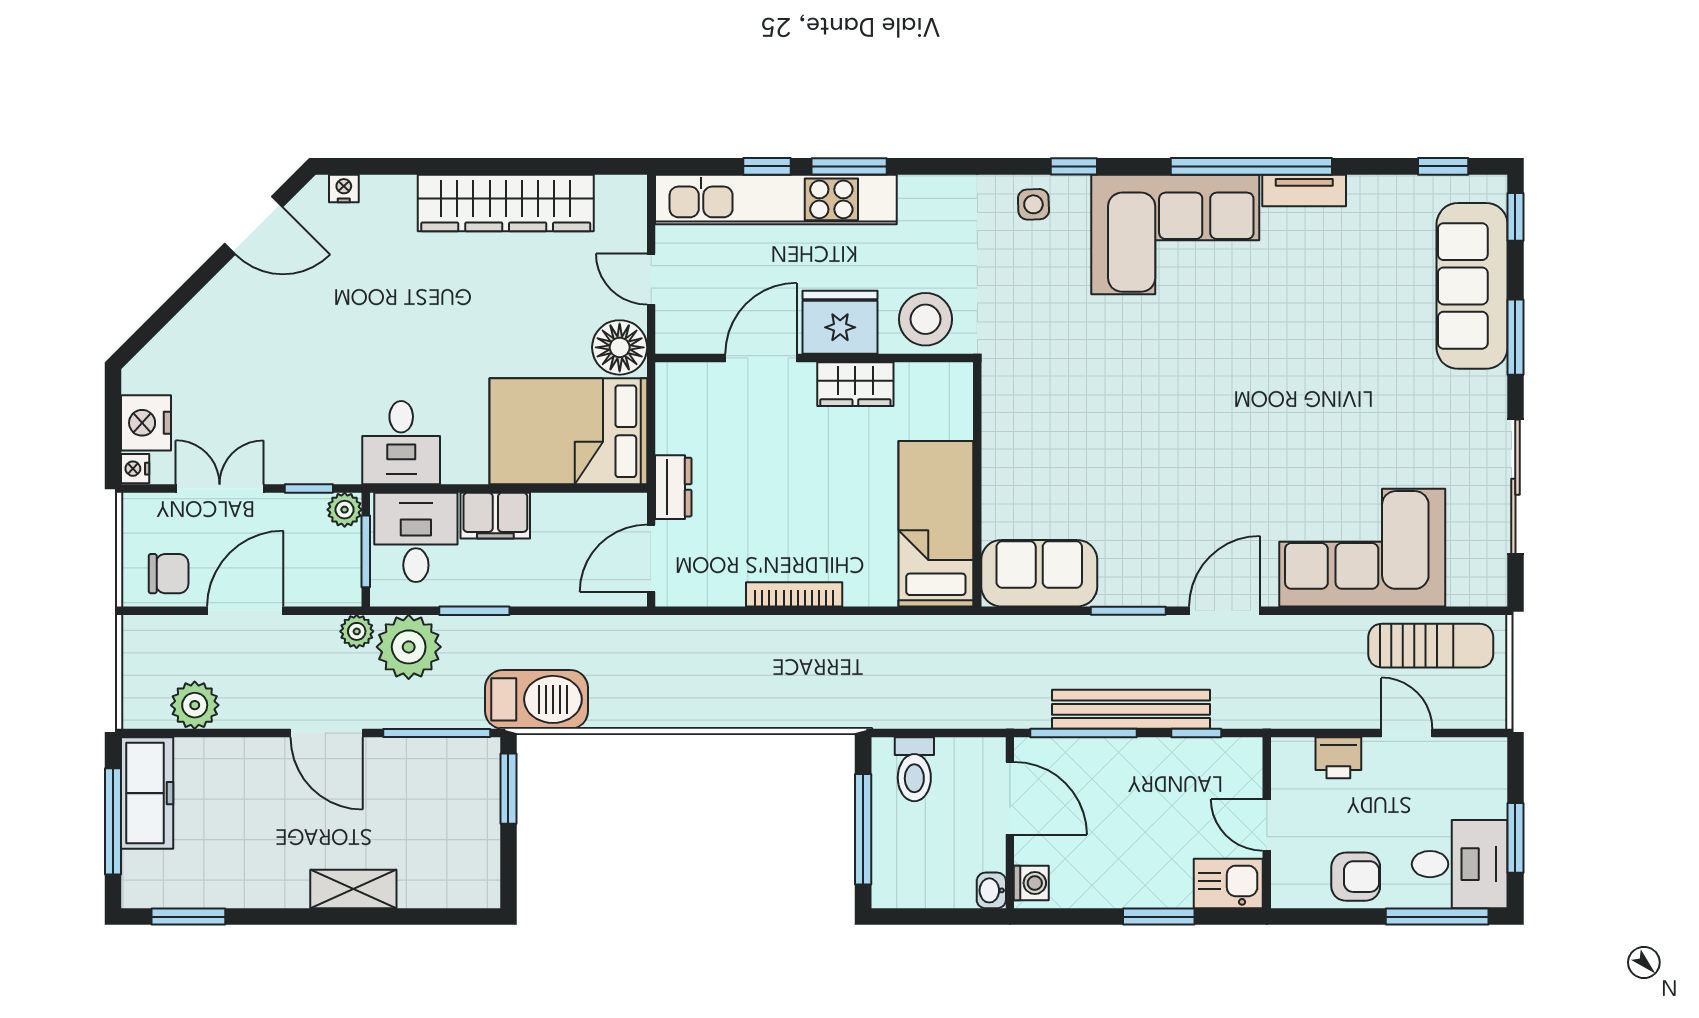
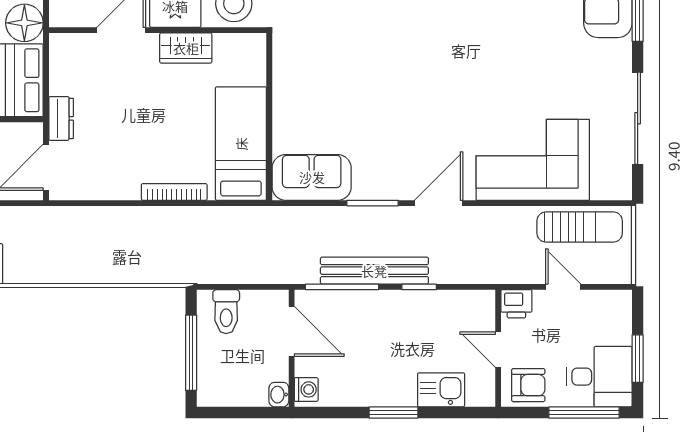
bookcase: (794, 594) -> (174, 192), moved
wall: (1267, 823) -> (498, 348), moved
door: (1267, 825) -> (498, 350), moved

